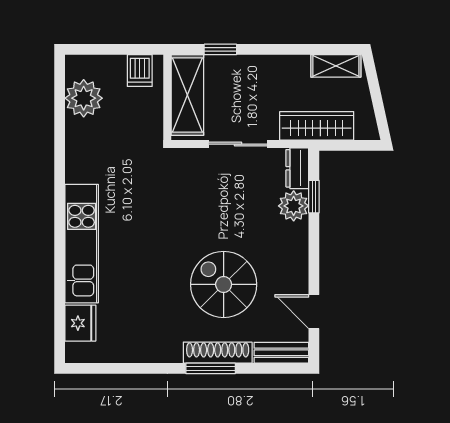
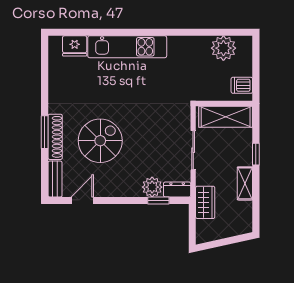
window: (220, 49) -> (256, 154), moved
shelving: (336, 66) -> (245, 183), moved
wardrobe: (317, 126) -> (205, 202), width x0.67

